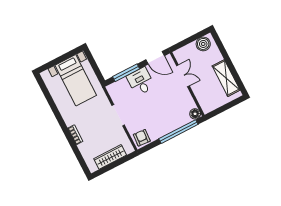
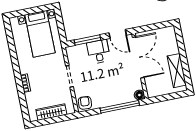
boiler: (203, 44) -> (165, 34), removed
double door: (183, 76) -> (138, 57), width x1.87

